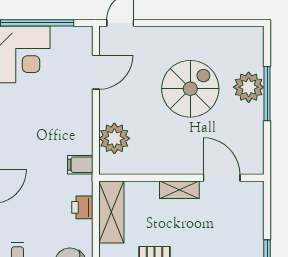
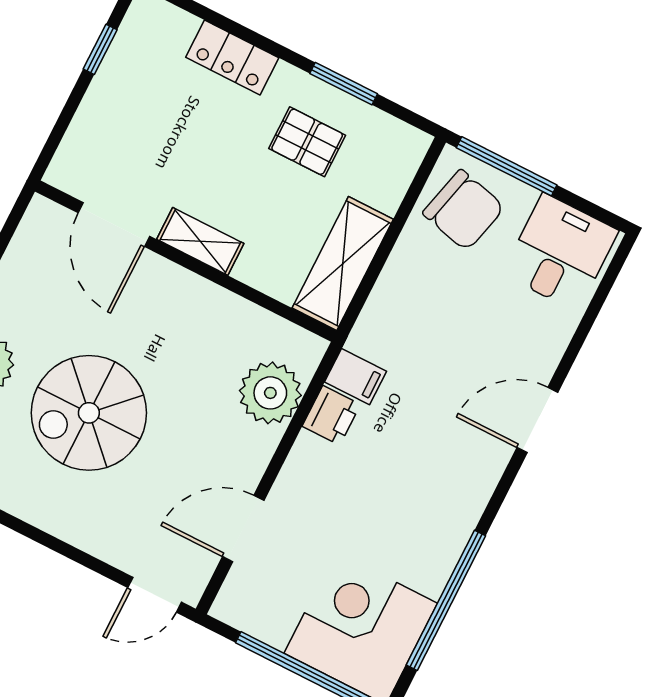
printer: (82, 207) -> (331, 415), moved

